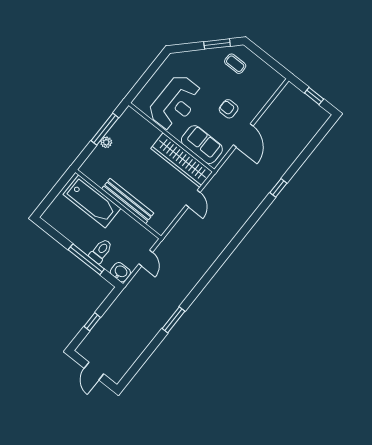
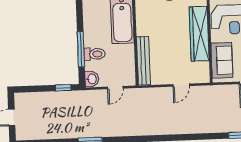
wardrobe: (182, 160) -> (199, 34), moved
bench: (128, 201) -> (143, 61), moved
window: (92, 322) -> (63, 88), moved

